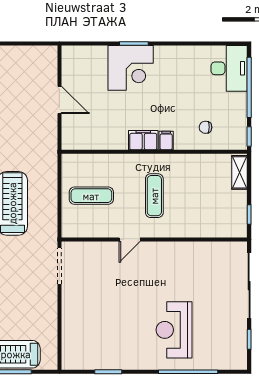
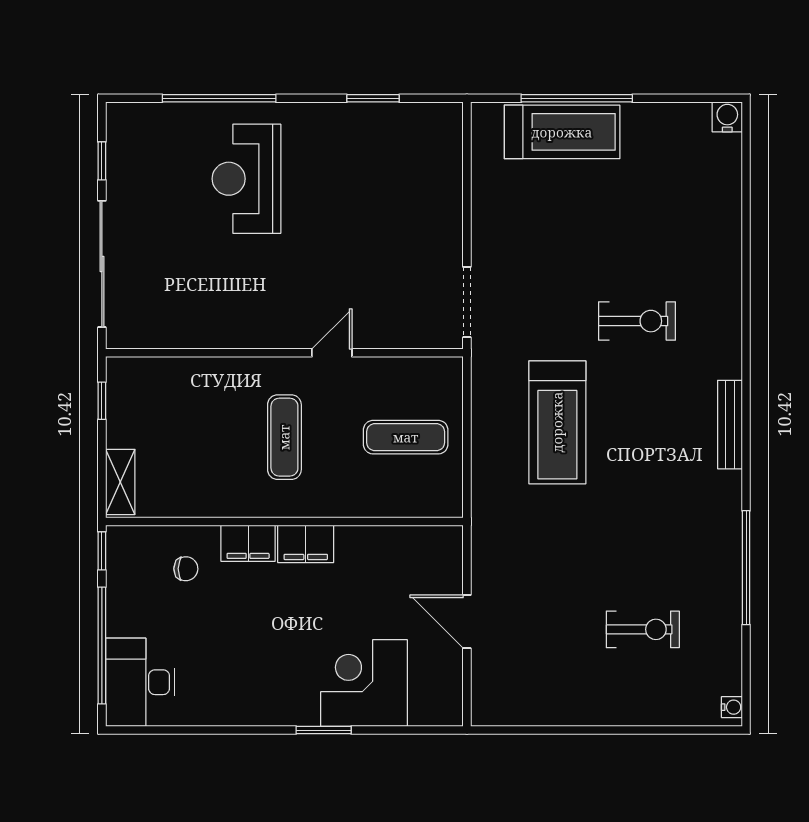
corner desk: (131, 68) -> (364, 683), moved
filing cabinet: (166, 141) -> (248, 543), width x2.00
reception desk: (174, 330) -> (247, 179), turned 180

